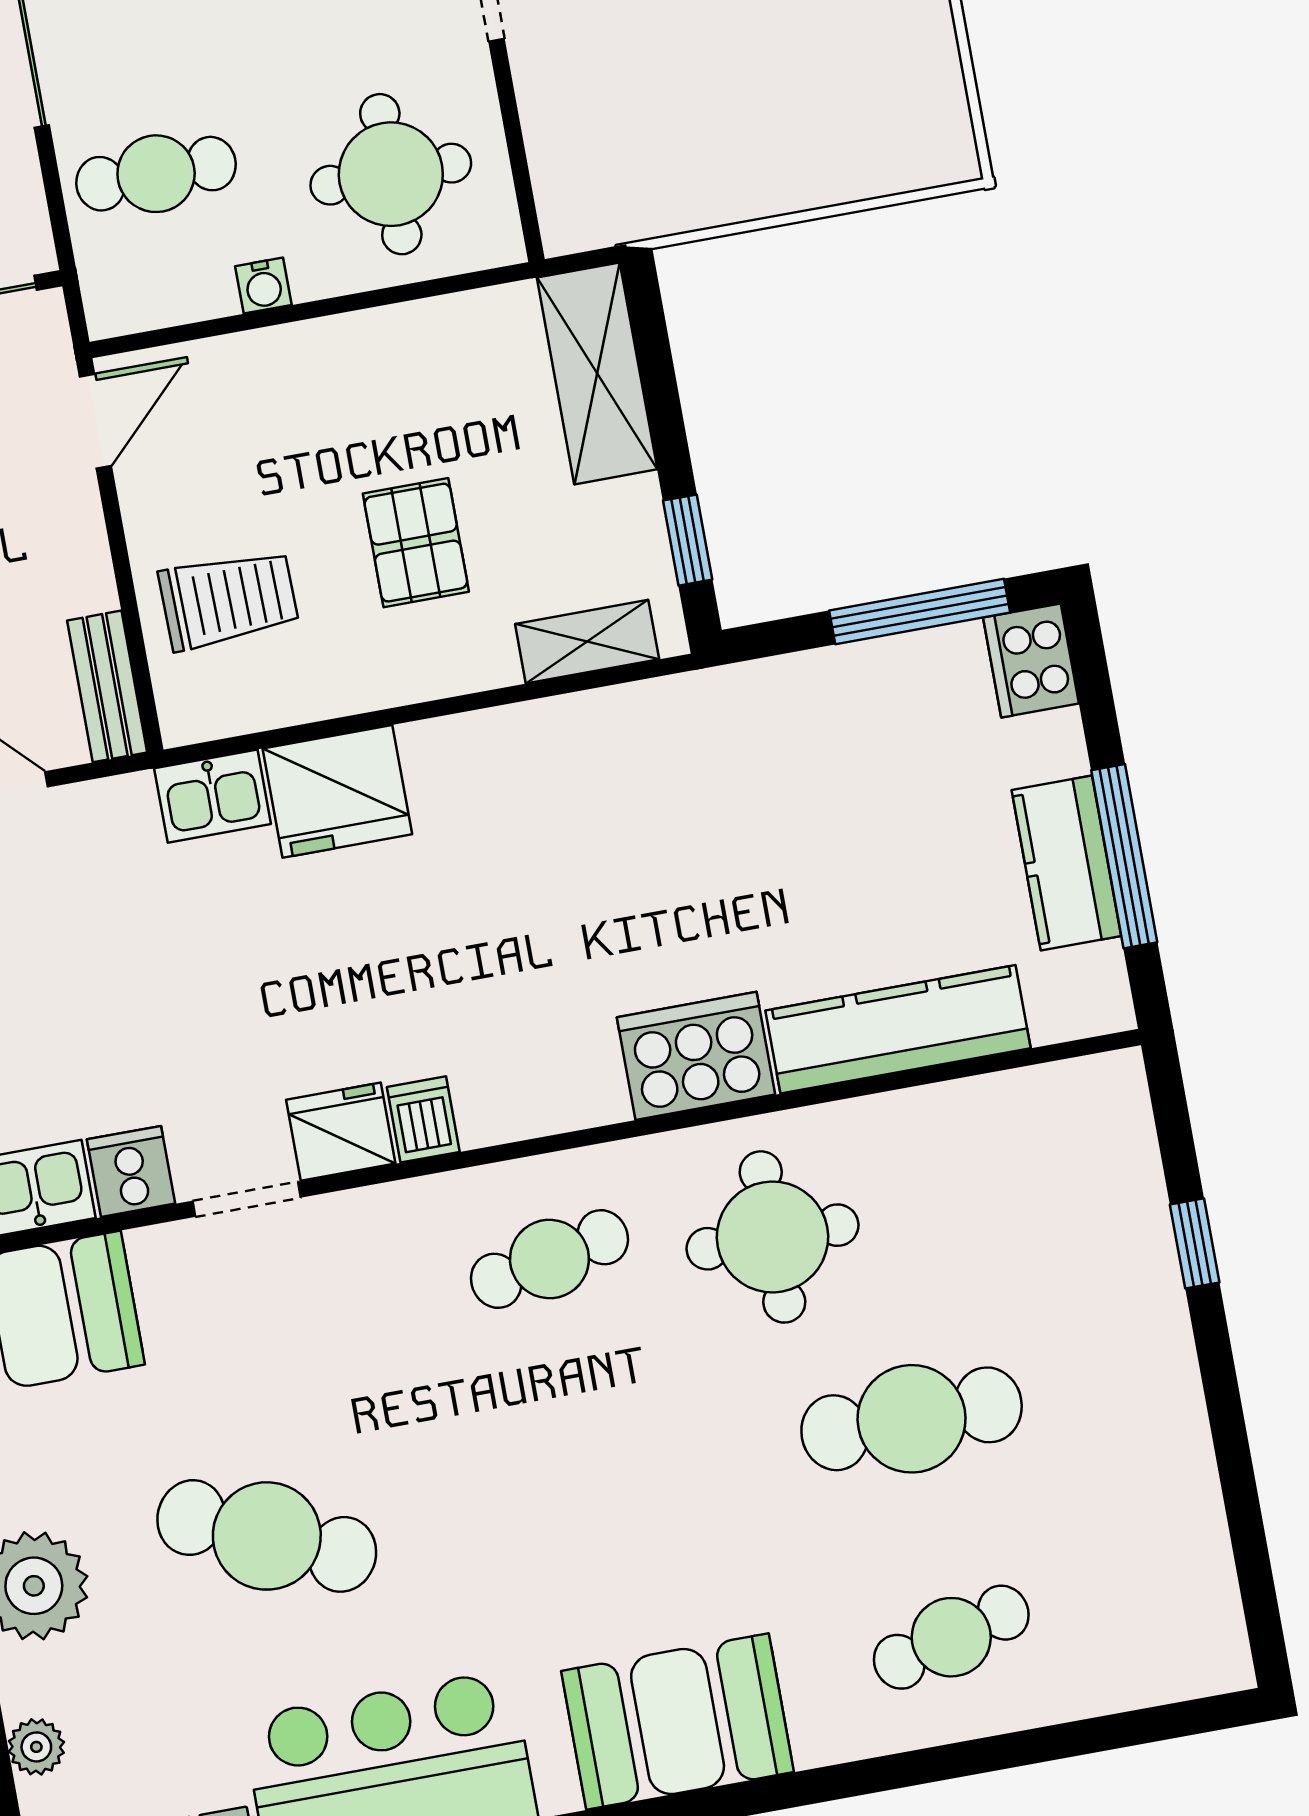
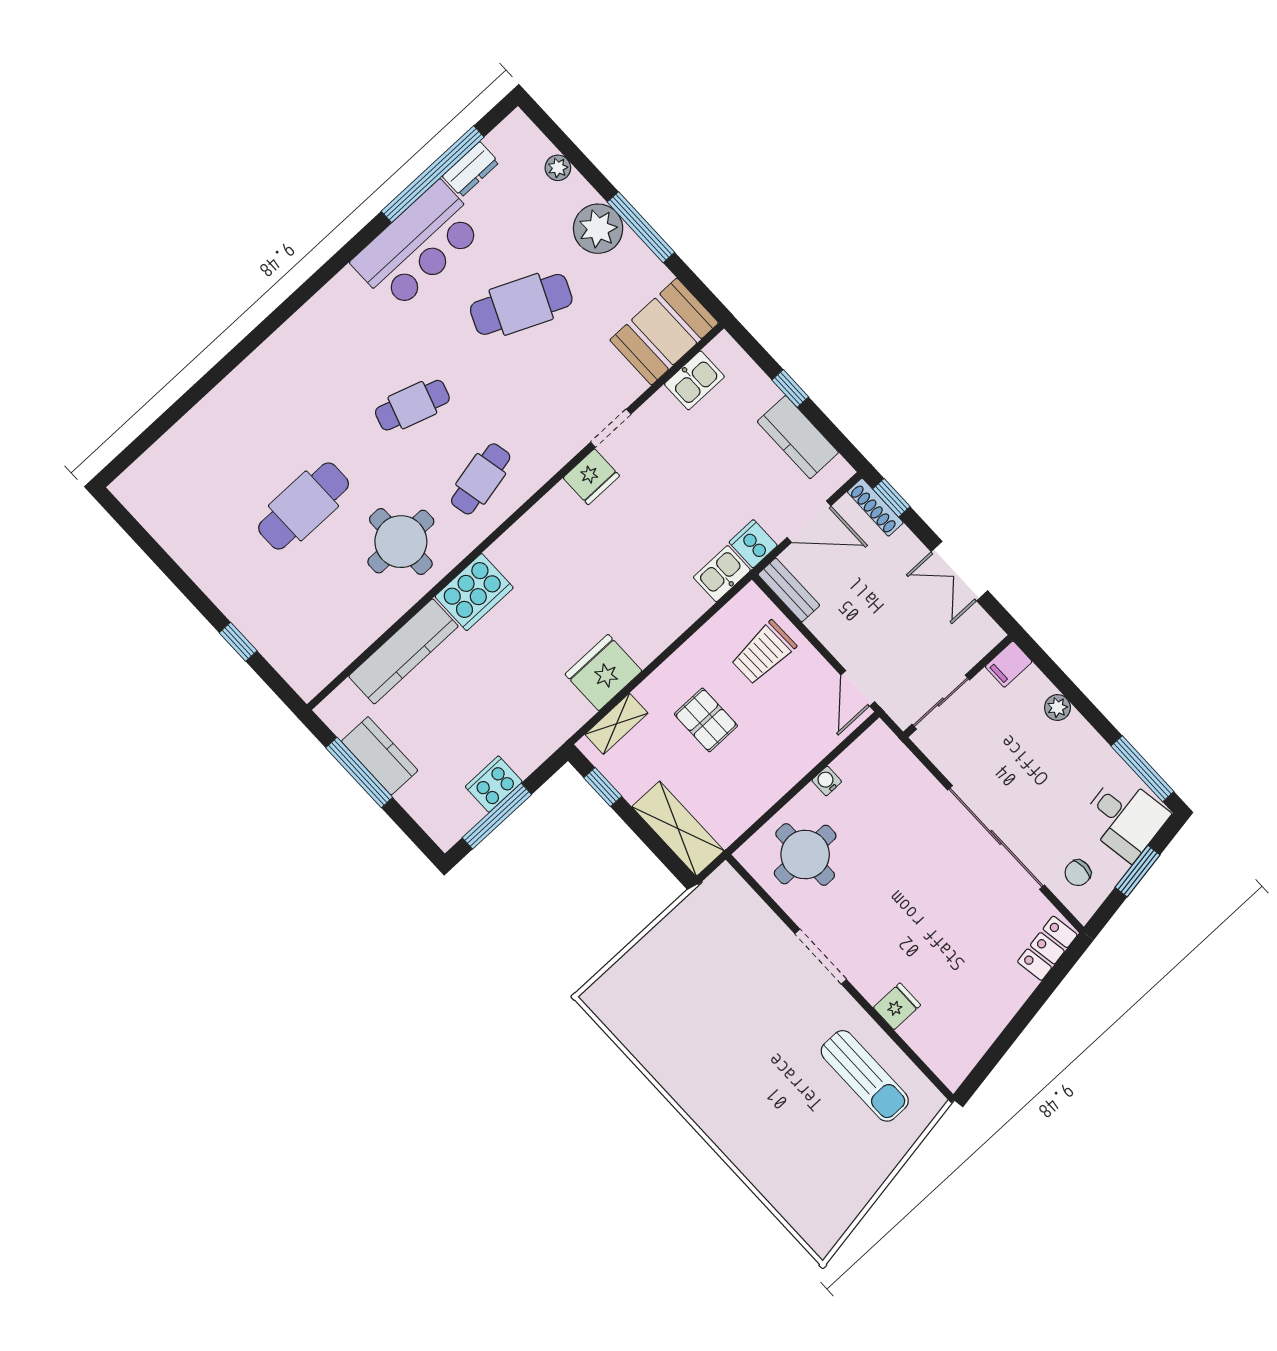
cafe table: (156, 174) -> (895, 798), removed
cooker: (1031, 661) -> (494, 784), moved, turned -90
fridge: (337, 791) -> (603, 673), moved
dishwasher: (423, 1119) -> (563, 501), removed
cooker: (131, 1171) -> (753, 544), moved, turned 180
cafe table: (951, 1637) -> (412, 405), moved, turned 33
booth: (678, 1721) -> (319, 333), removed

